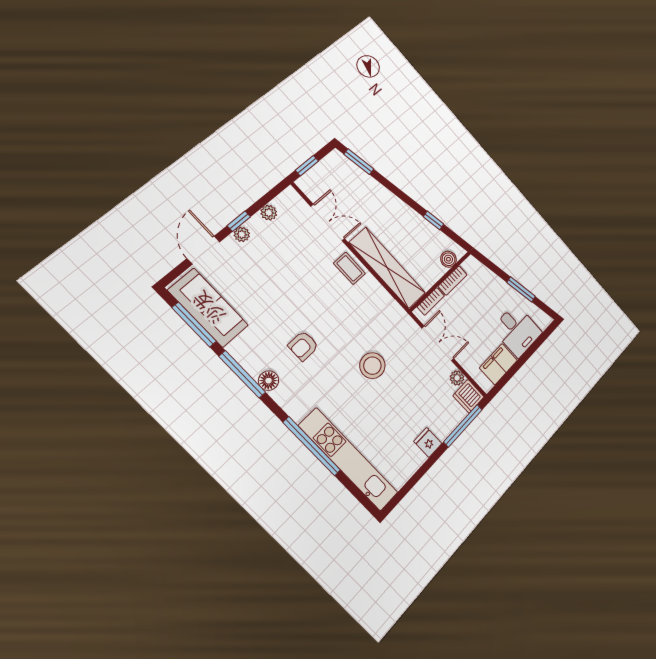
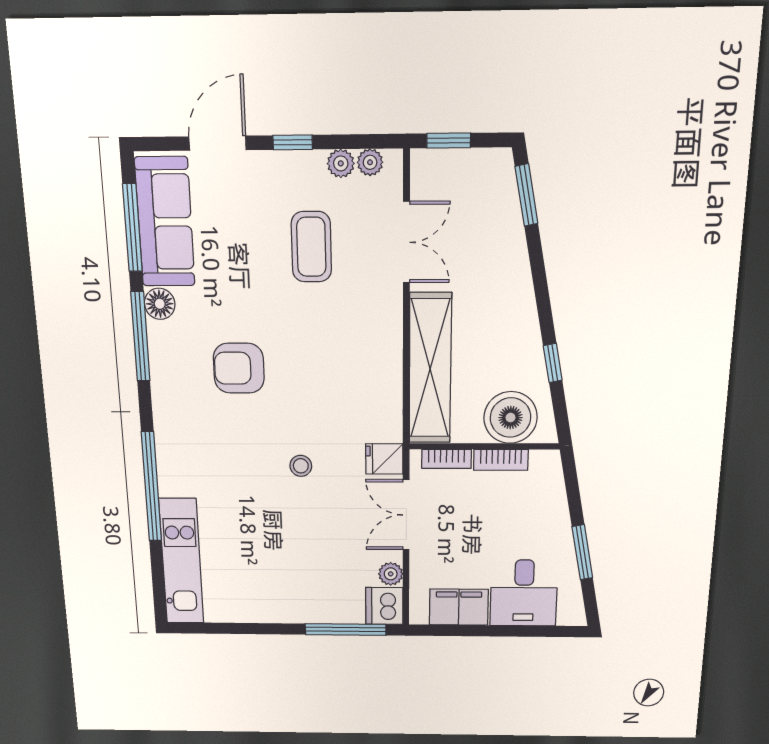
plant: (242, 234) -> (370, 162), moved
boiler: (448, 259) -> (511, 418), width x1.86, depth x1.86
coffee table: (349, 268) -> (311, 247), moved, width x1.36, depth x1.30
double door: (438, 343) -> (406, 515), swing flipped
armchair: (303, 346) -> (239, 368), width x1.38, depth x1.38
stool: (372, 366) -> (301, 466), width x0.53, depth x0.53
floor lamp: (269, 381) -> (160, 304), moved
fridge: (428, 443) -> (384, 459), moved, turned -90
kitchen unit: (349, 459) -> (181, 561), width x0.73

